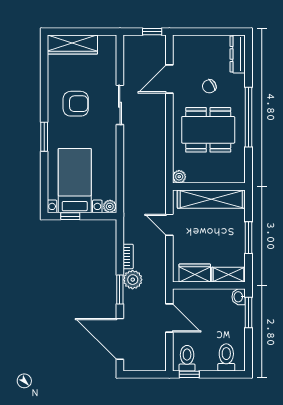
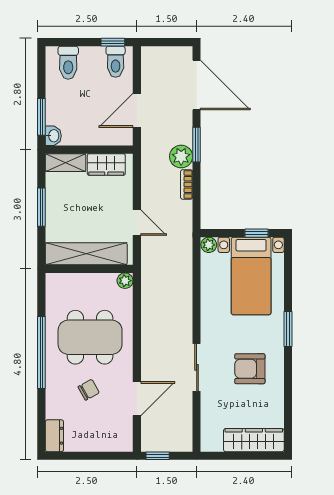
dresser: (238, 54) -> (54, 436), width x0.70
door: (169, 318) -> (137, 110), hinge flipped

